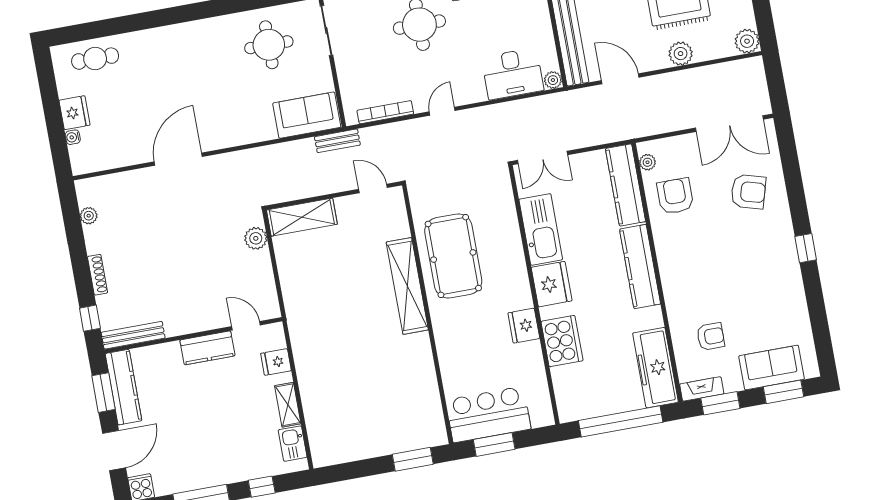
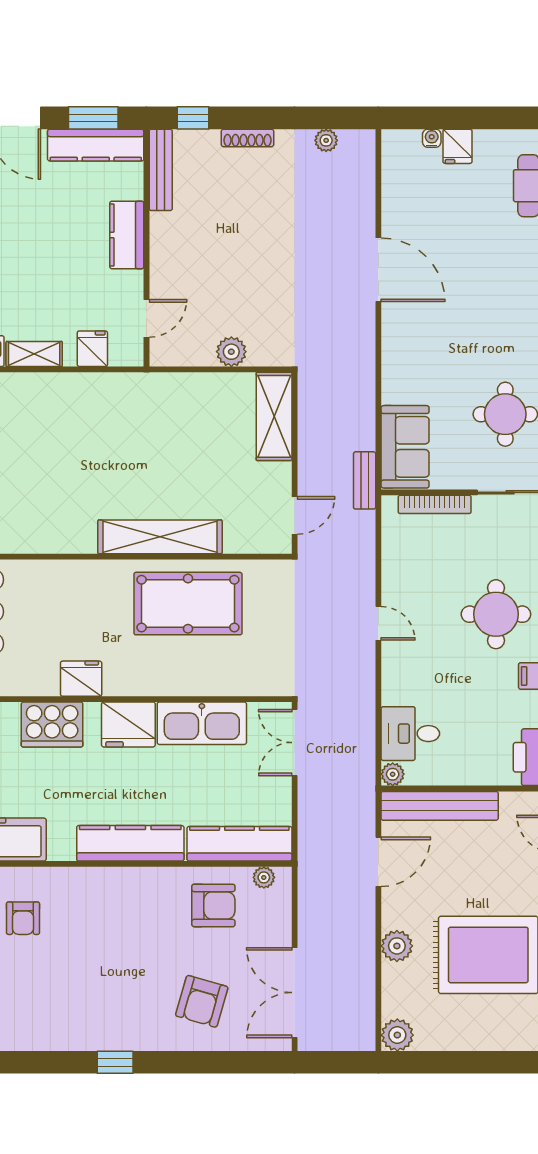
desk: (513, 74) -> (410, 734), width x0.73
bookcase: (385, 112) -> (435, 504), moved, turned 90
fridge: (75, 113) -> (457, 146), width x0.72
plant: (256, 238) -> (231, 352), moved
kitchen counter: (207, 348) -> (127, 235), moved

